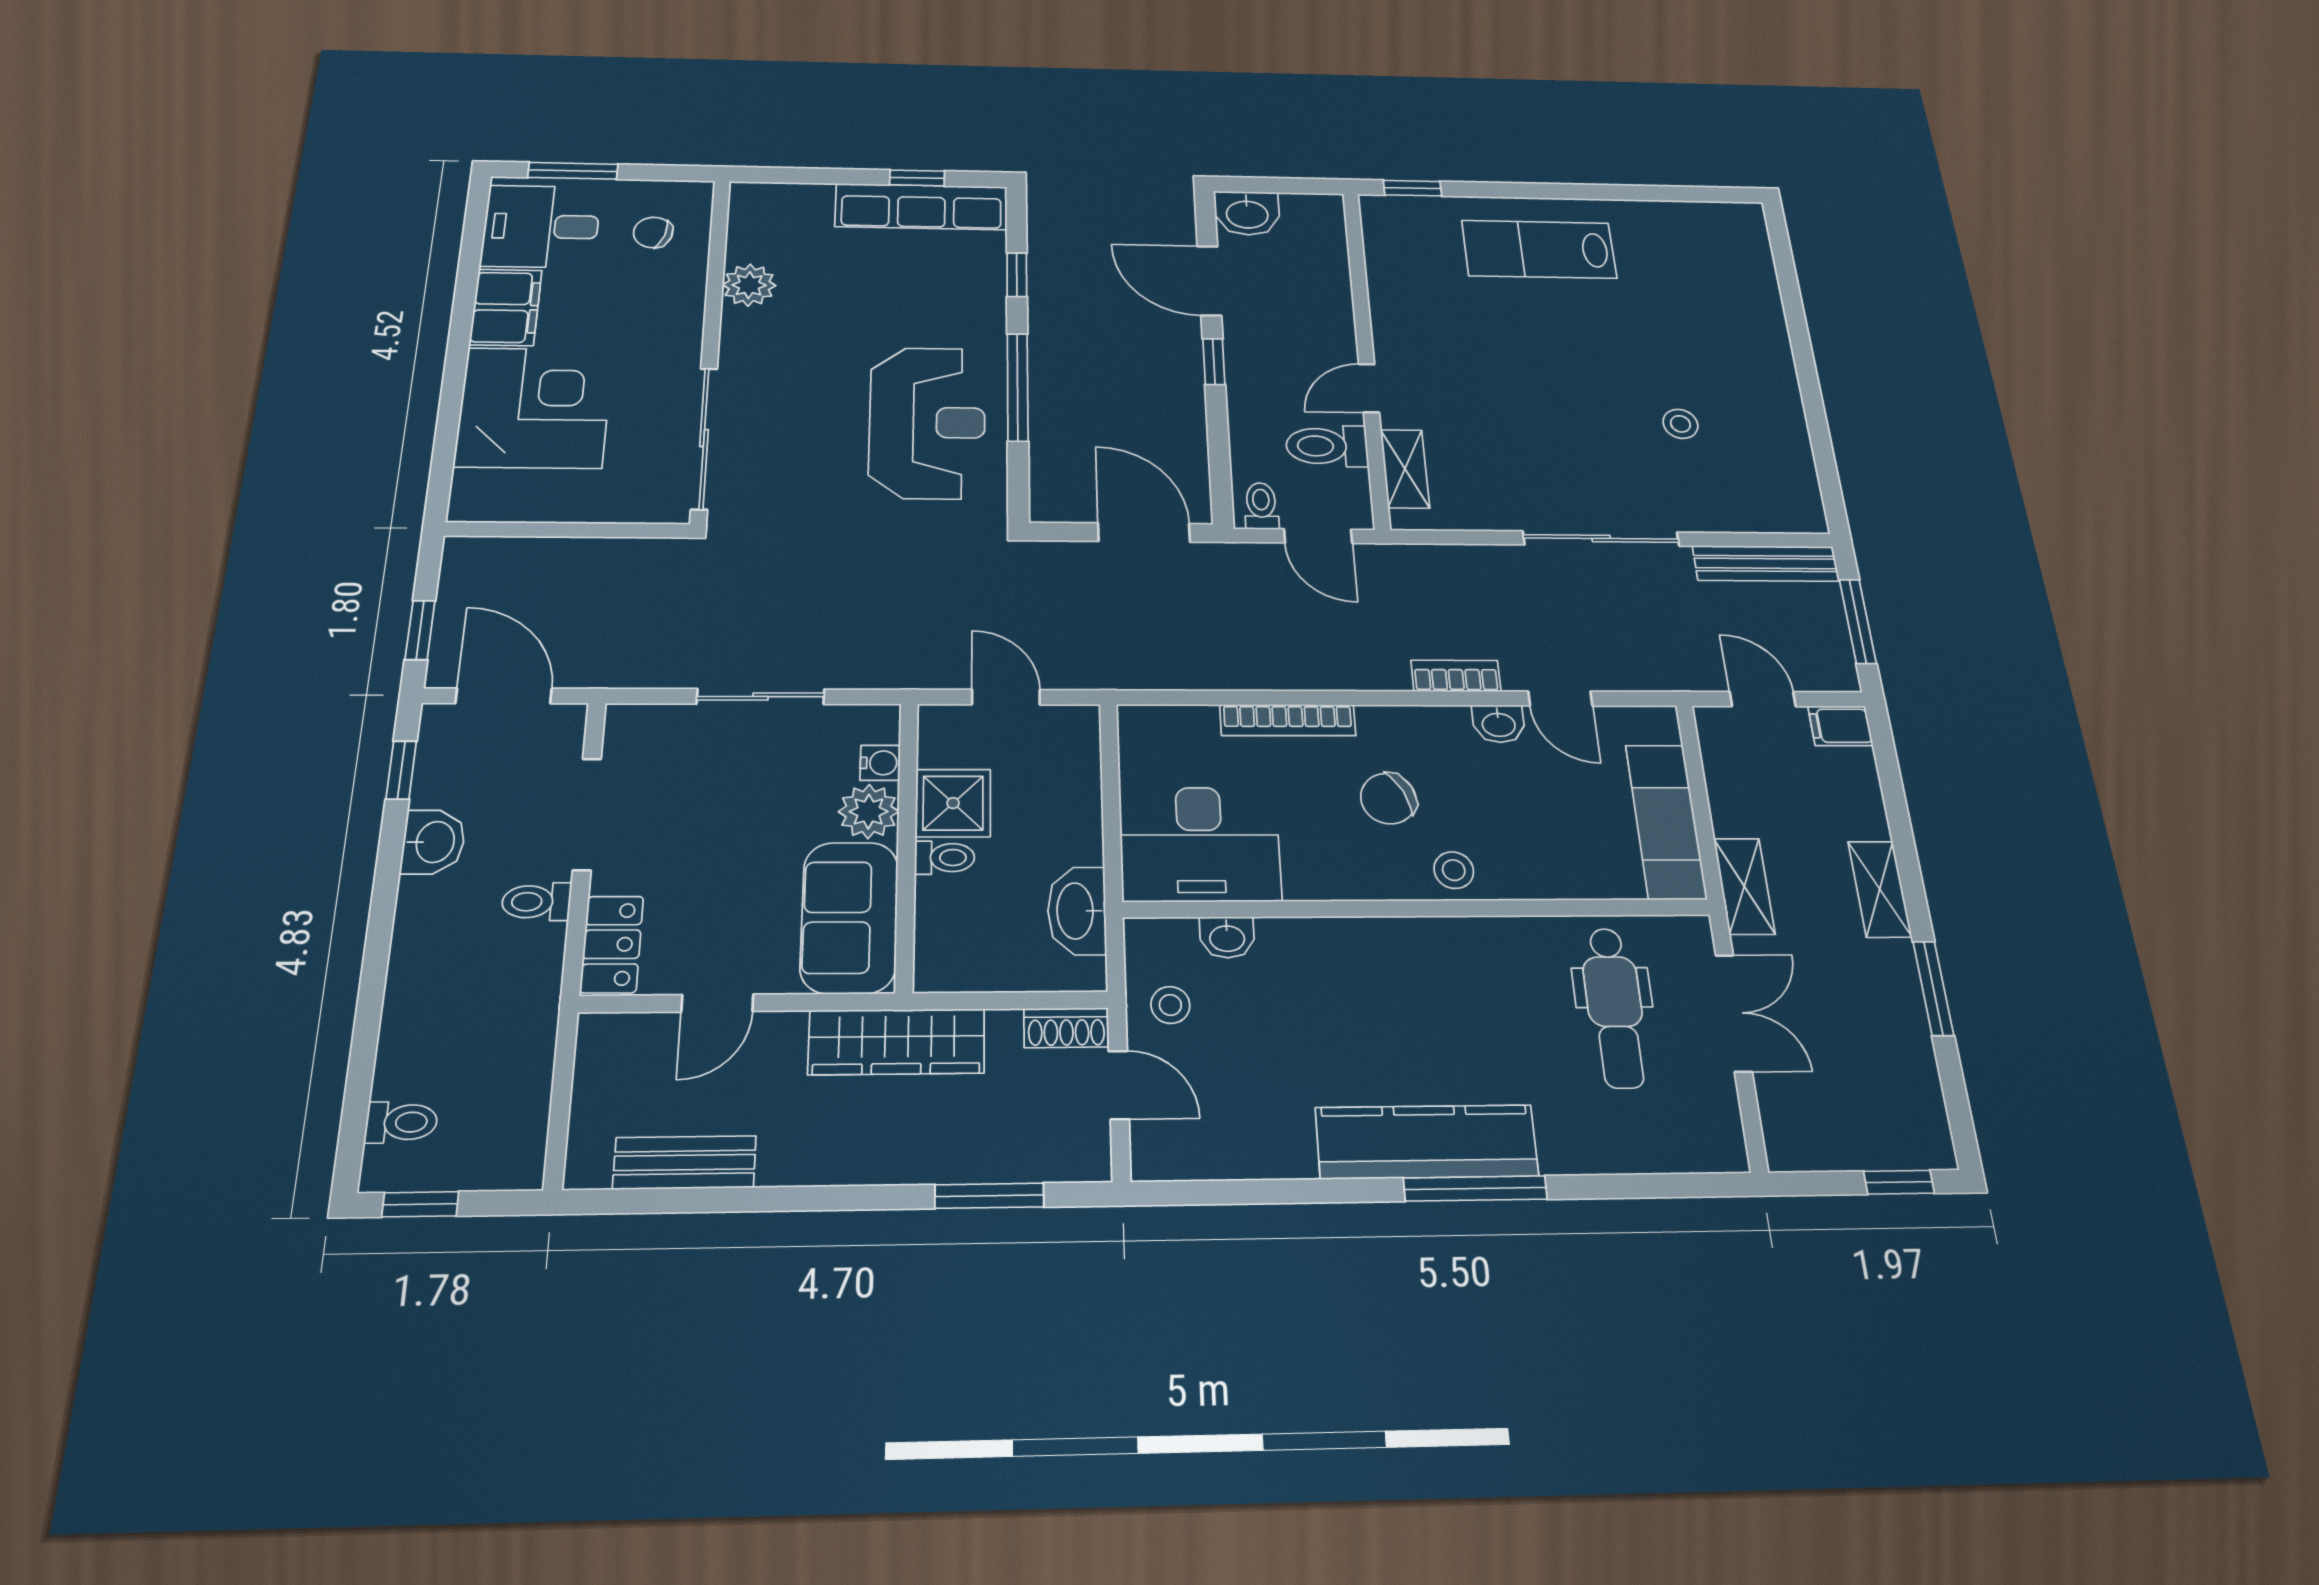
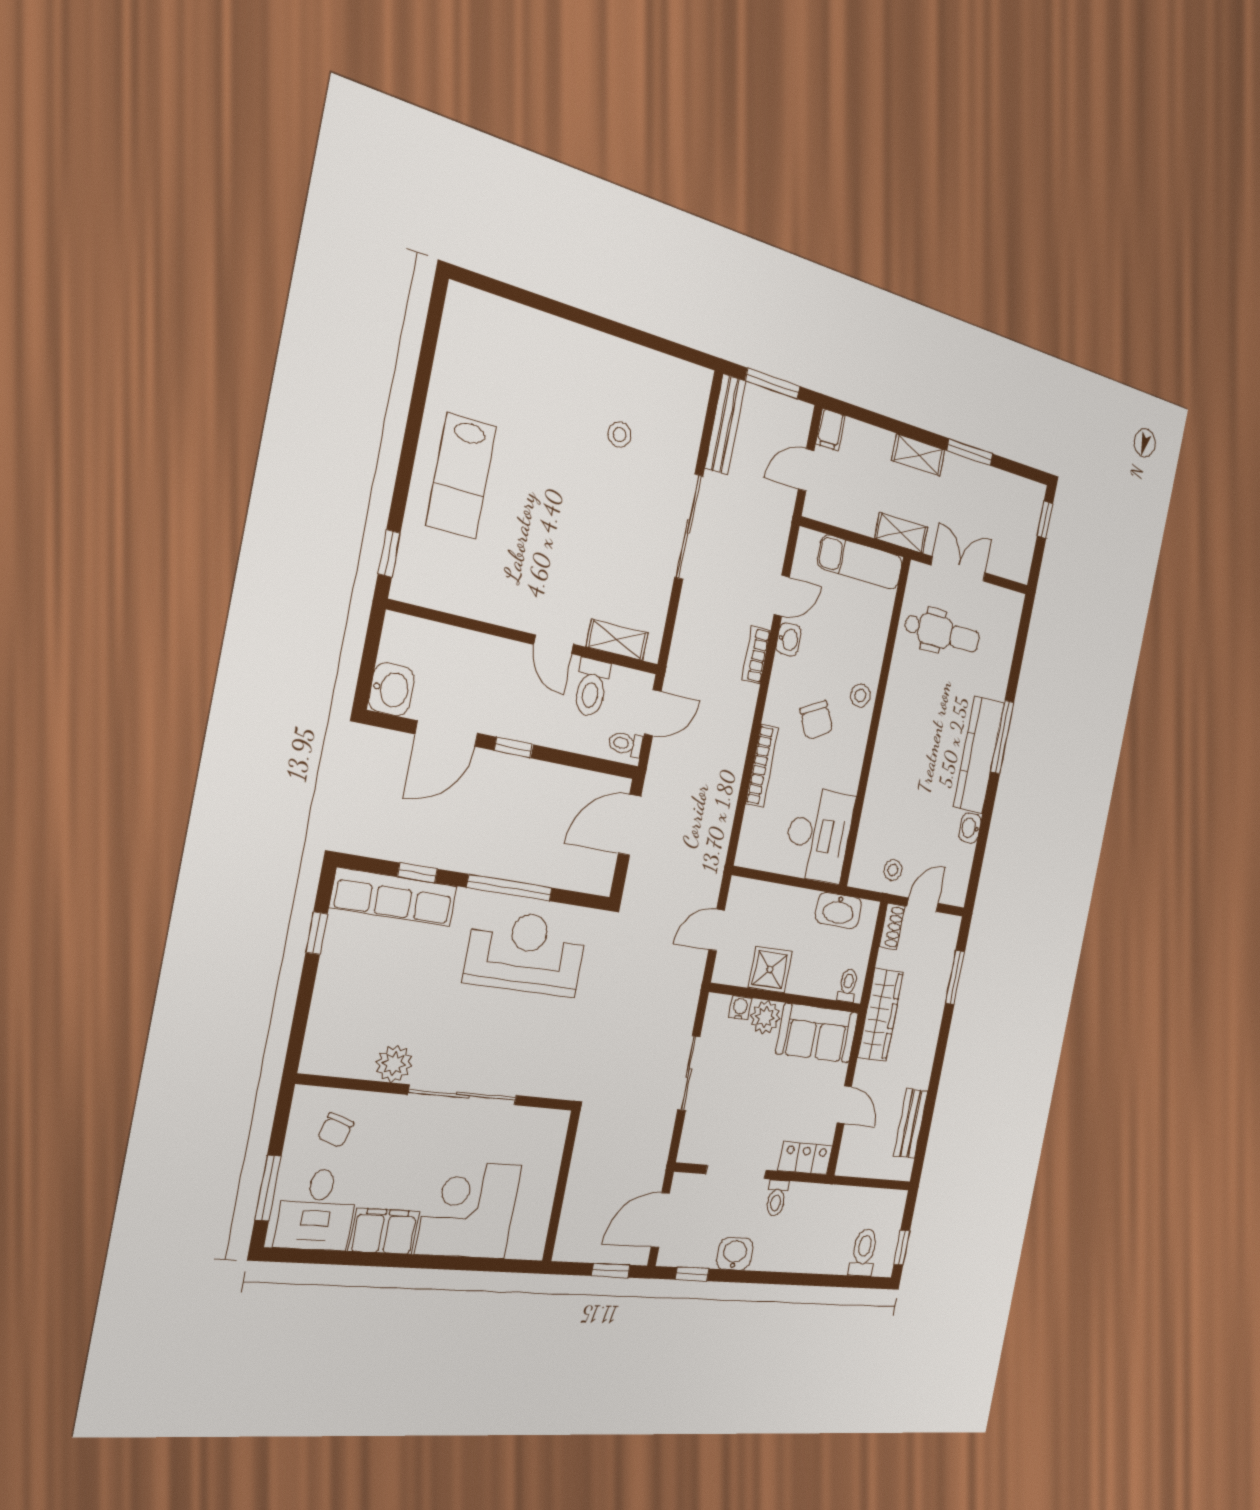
row of seats: (921, 207) -> (394, 897), moved, turned 90
sliding door: (704, 438) -> (463, 1095), moved
toilet: (945, 858) -> (848, 986), moved
washbasin: (1227, 937) -> (970, 828), moved, turned 180
toilet: (401, 1122) -> (864, 1253), width x1.37, depth x1.39

